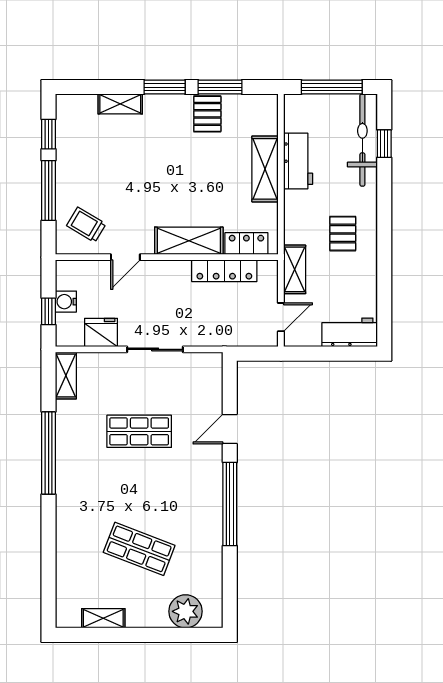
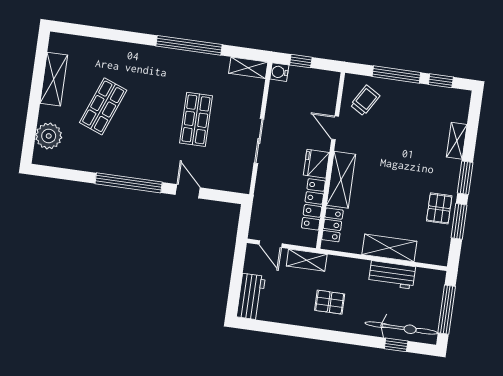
pallet: (207, 114) -> (439, 208), turned 90
water cooler: (66, 302) -> (279, 72), moved, turned -90
fridge: (101, 333) -> (316, 164), moved, turned 180
shelving: (103, 618) -> (54, 79), width x1.50, depth x1.33

